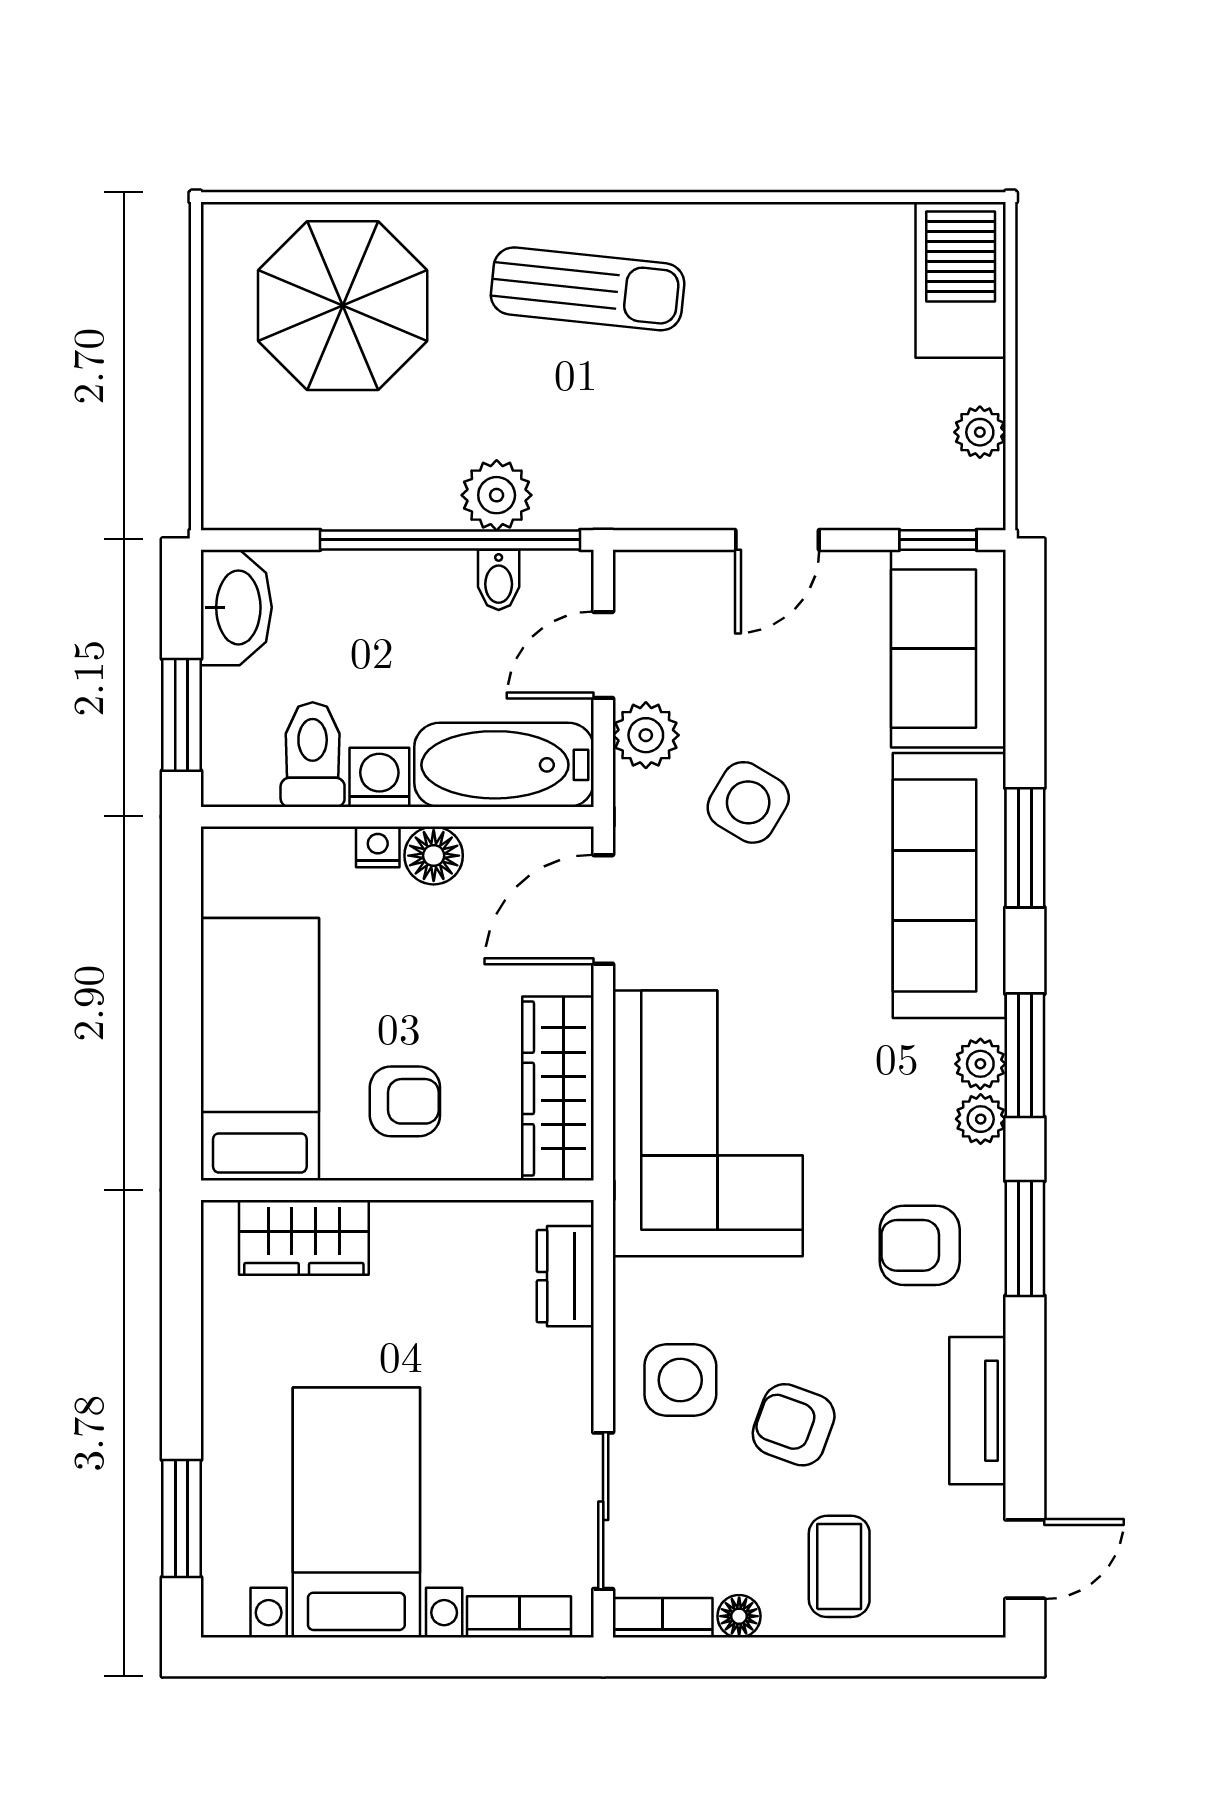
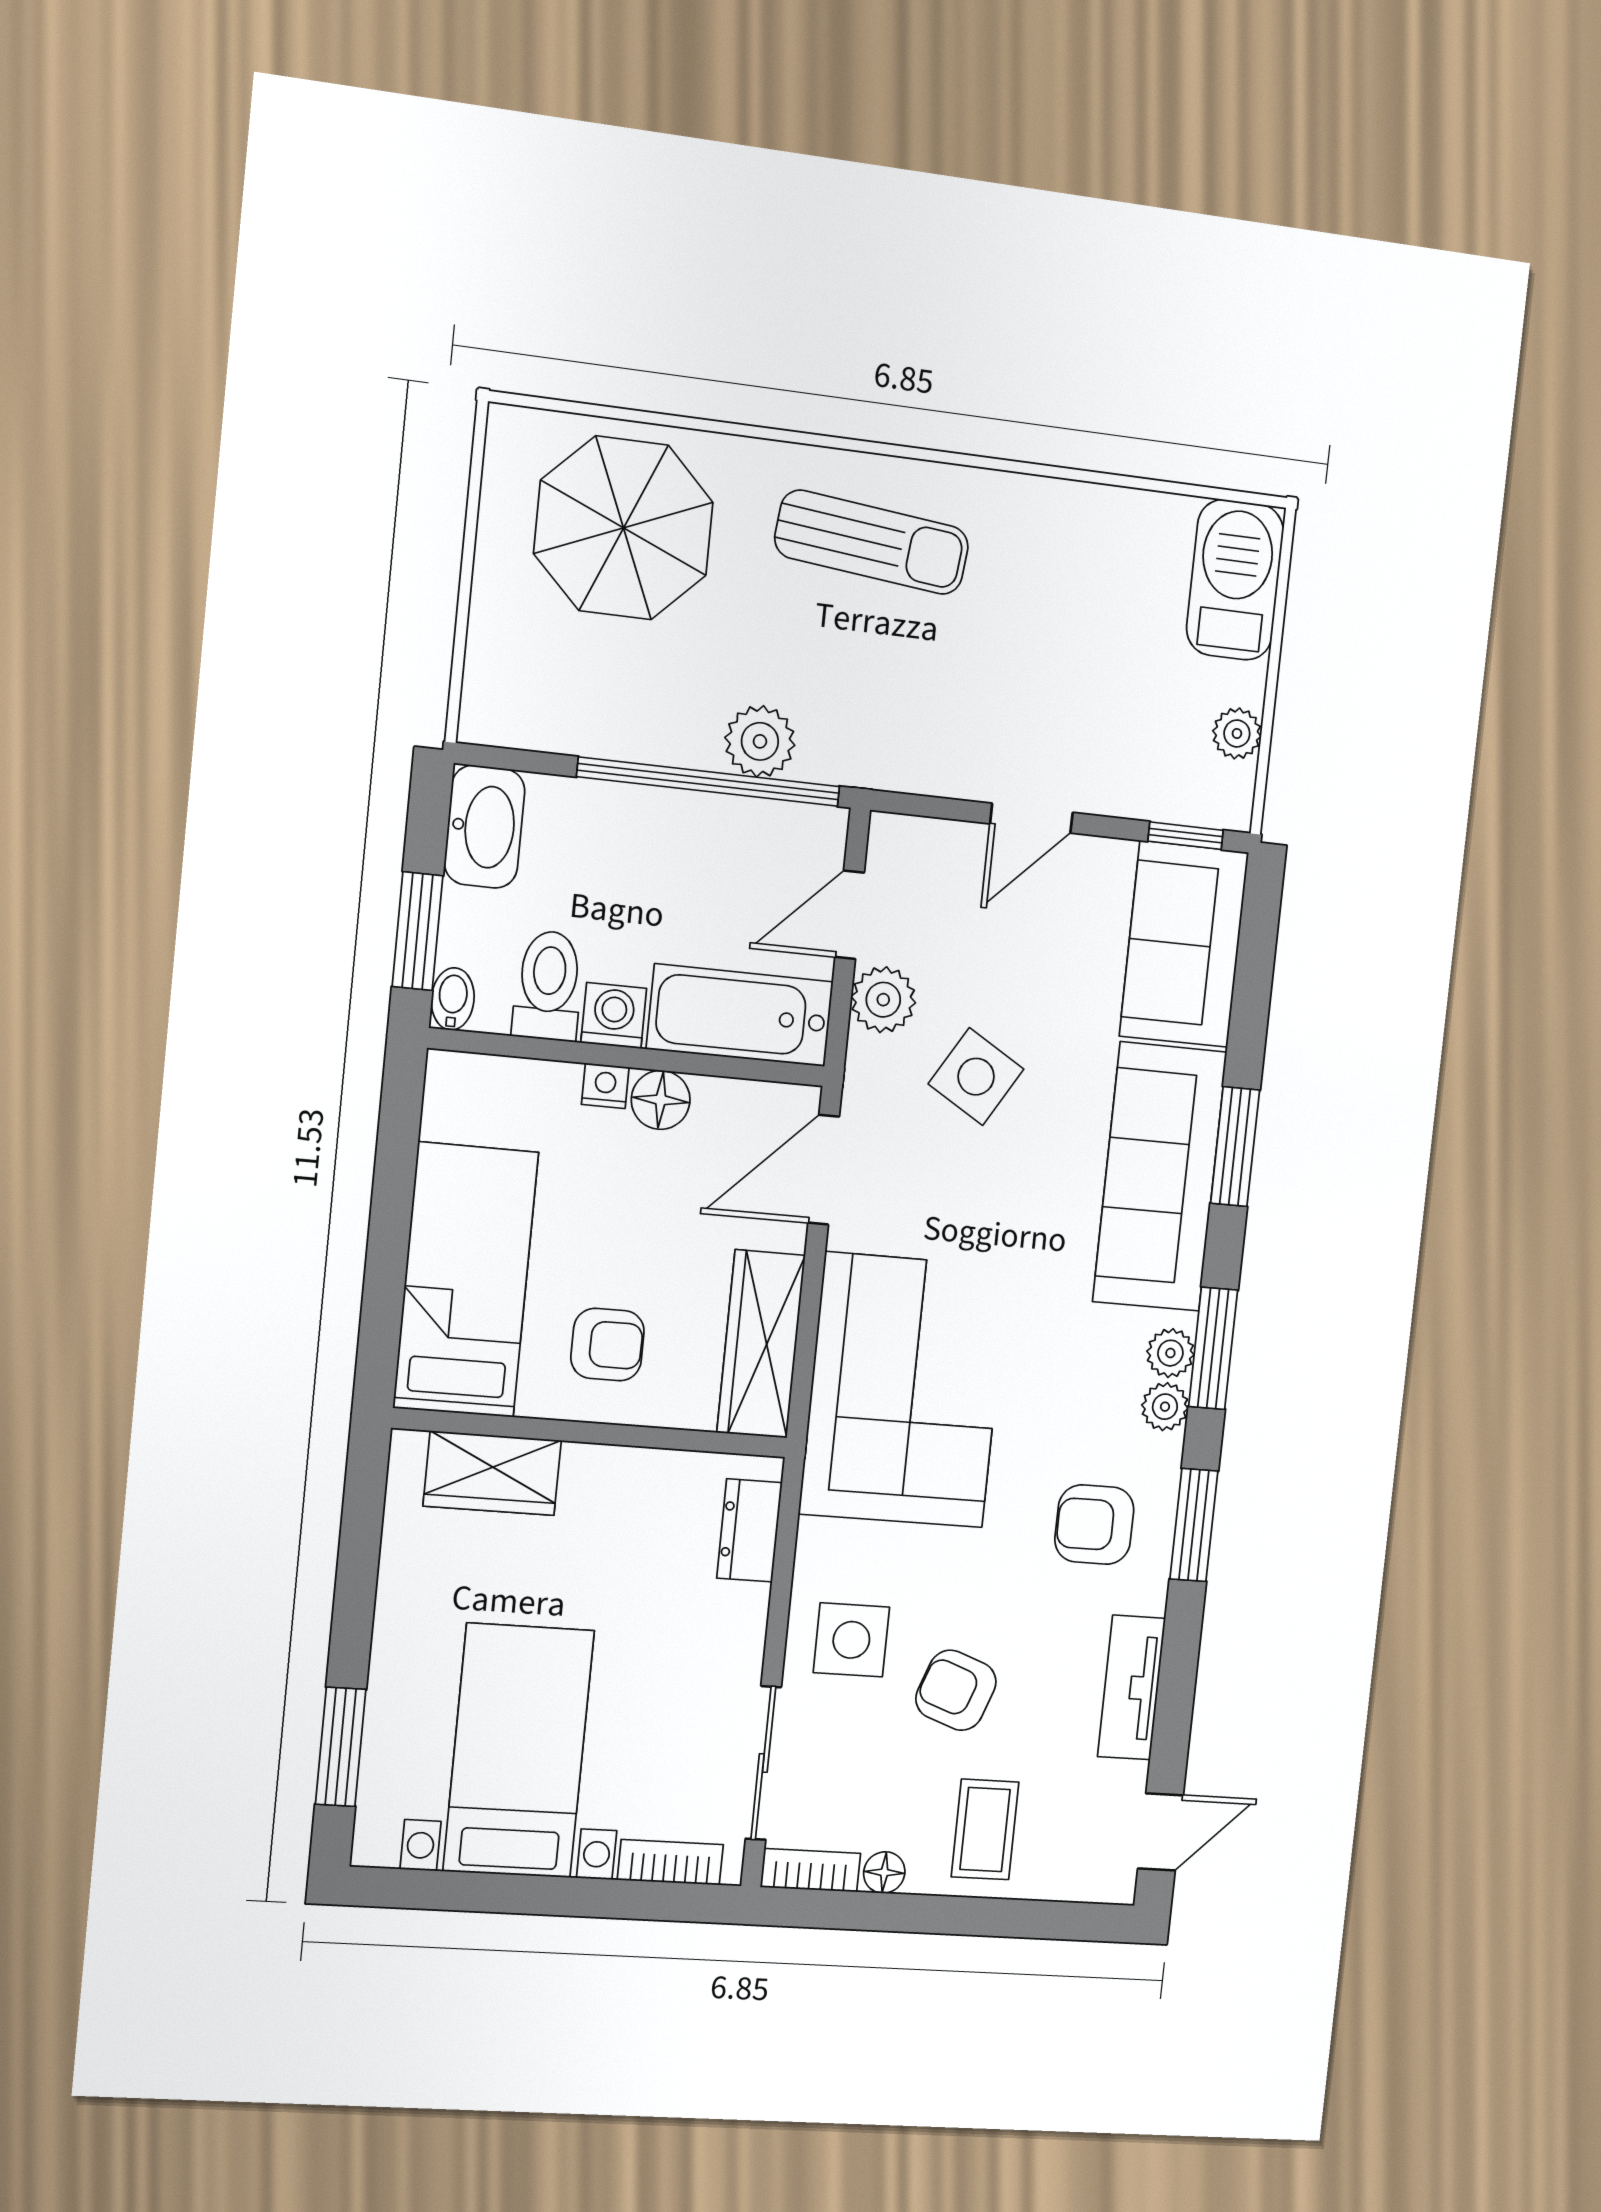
bidet: (499, 580) -> (453, 999), moved, turned 180

